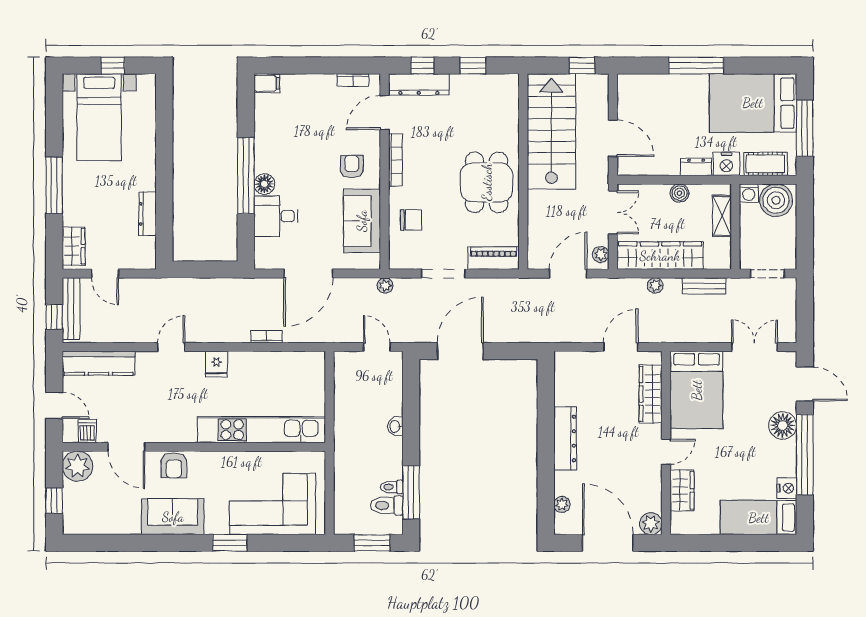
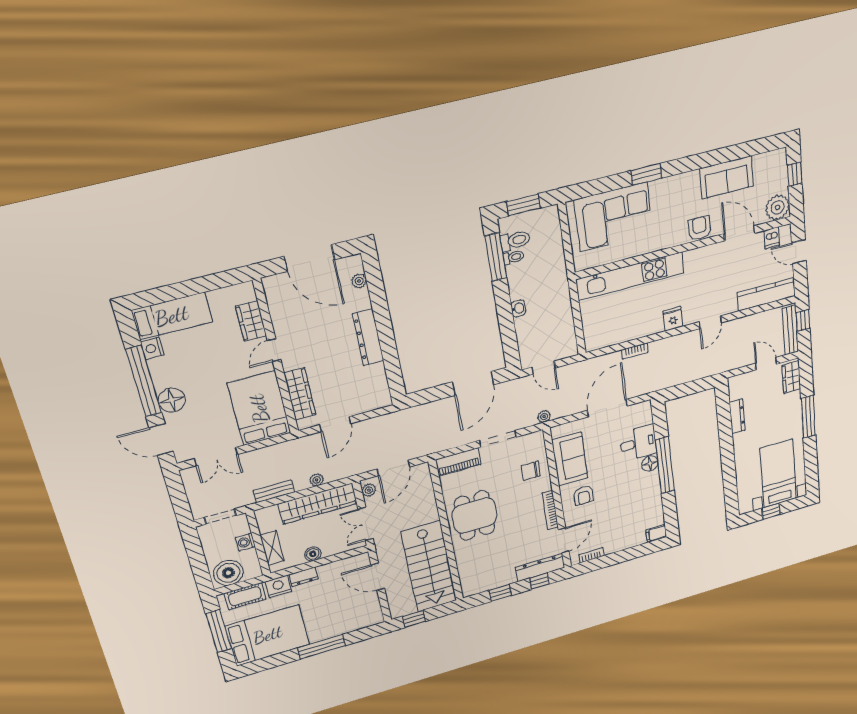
washing machine: (749, 193) -> (245, 542), moved, turned -90
sofa: (173, 517) -> (726, 177), moved
plant: (651, 524) -> (273, 285), removed

